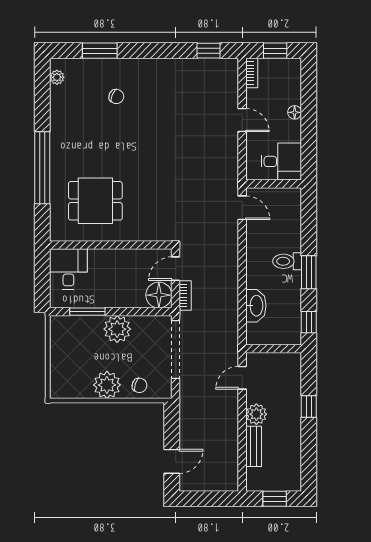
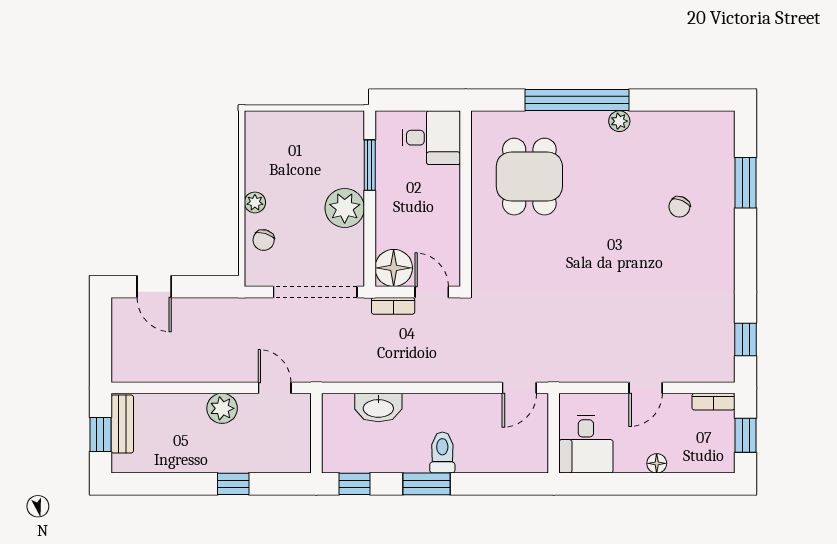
plant: (57, 77) -> (619, 121), moved
plant: (107, 385) -> (255, 202), width x0.53, depth x0.53
bench: (254, 446) -> (122, 424), moved, turned 90

